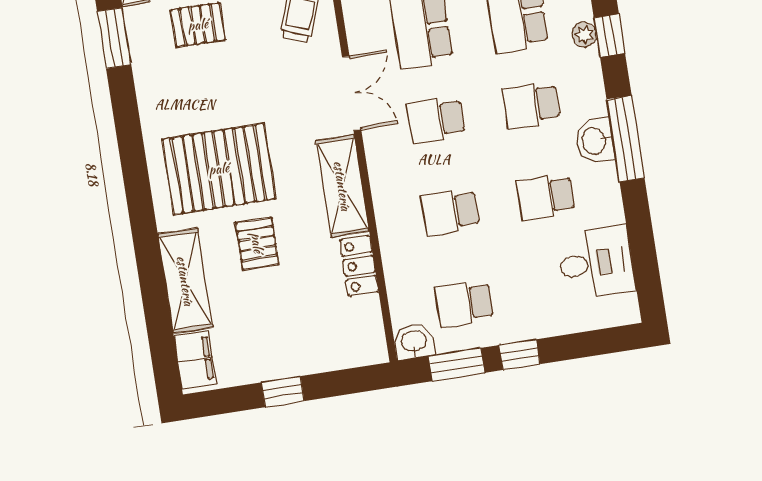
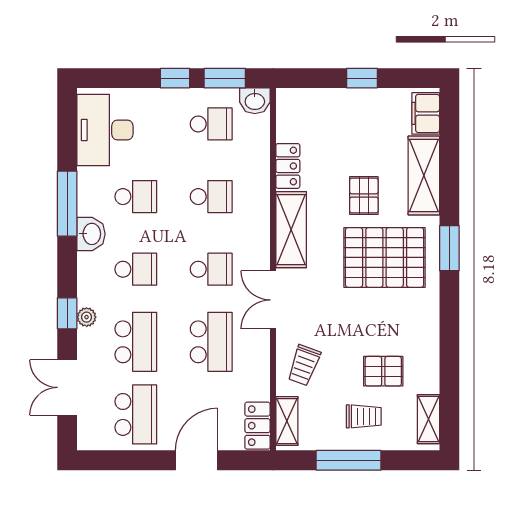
window: (114, 38) -> (449, 248), moved
window: (626, 139) -> (67, 204), moved
desk: (596, 263) -> (105, 130), width x1.37

